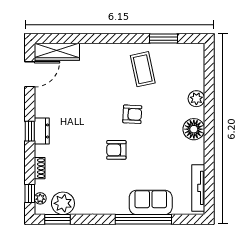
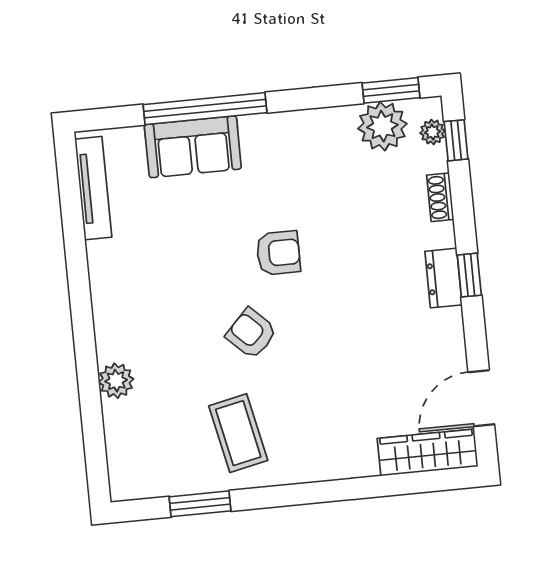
armchair: (132, 114) -> (251, 333), turned 41
floor lamp: (194, 129) -> (115, 314), removed

